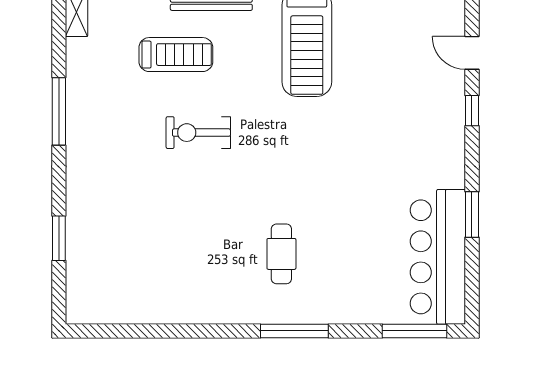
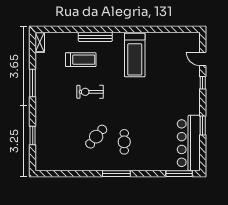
cafe table: (213, 241) -> (96, 137), added
window: (294, 331) -> (116, 174), moved

